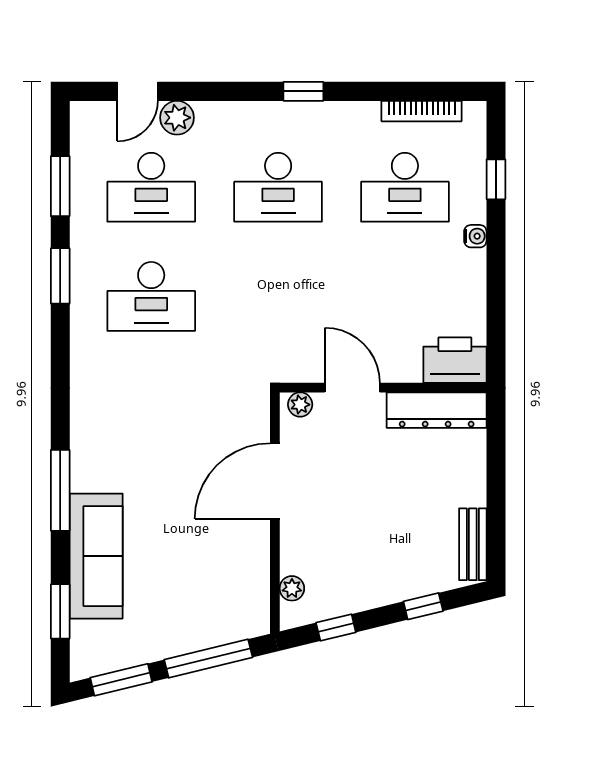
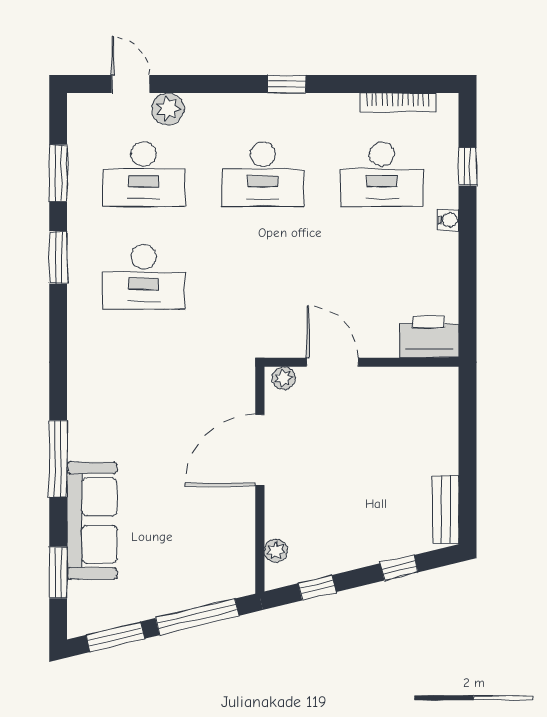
door: (138, 91) -> (131, 84), swing flipped
dresser: (437, 410) -> (412, 383), removed

